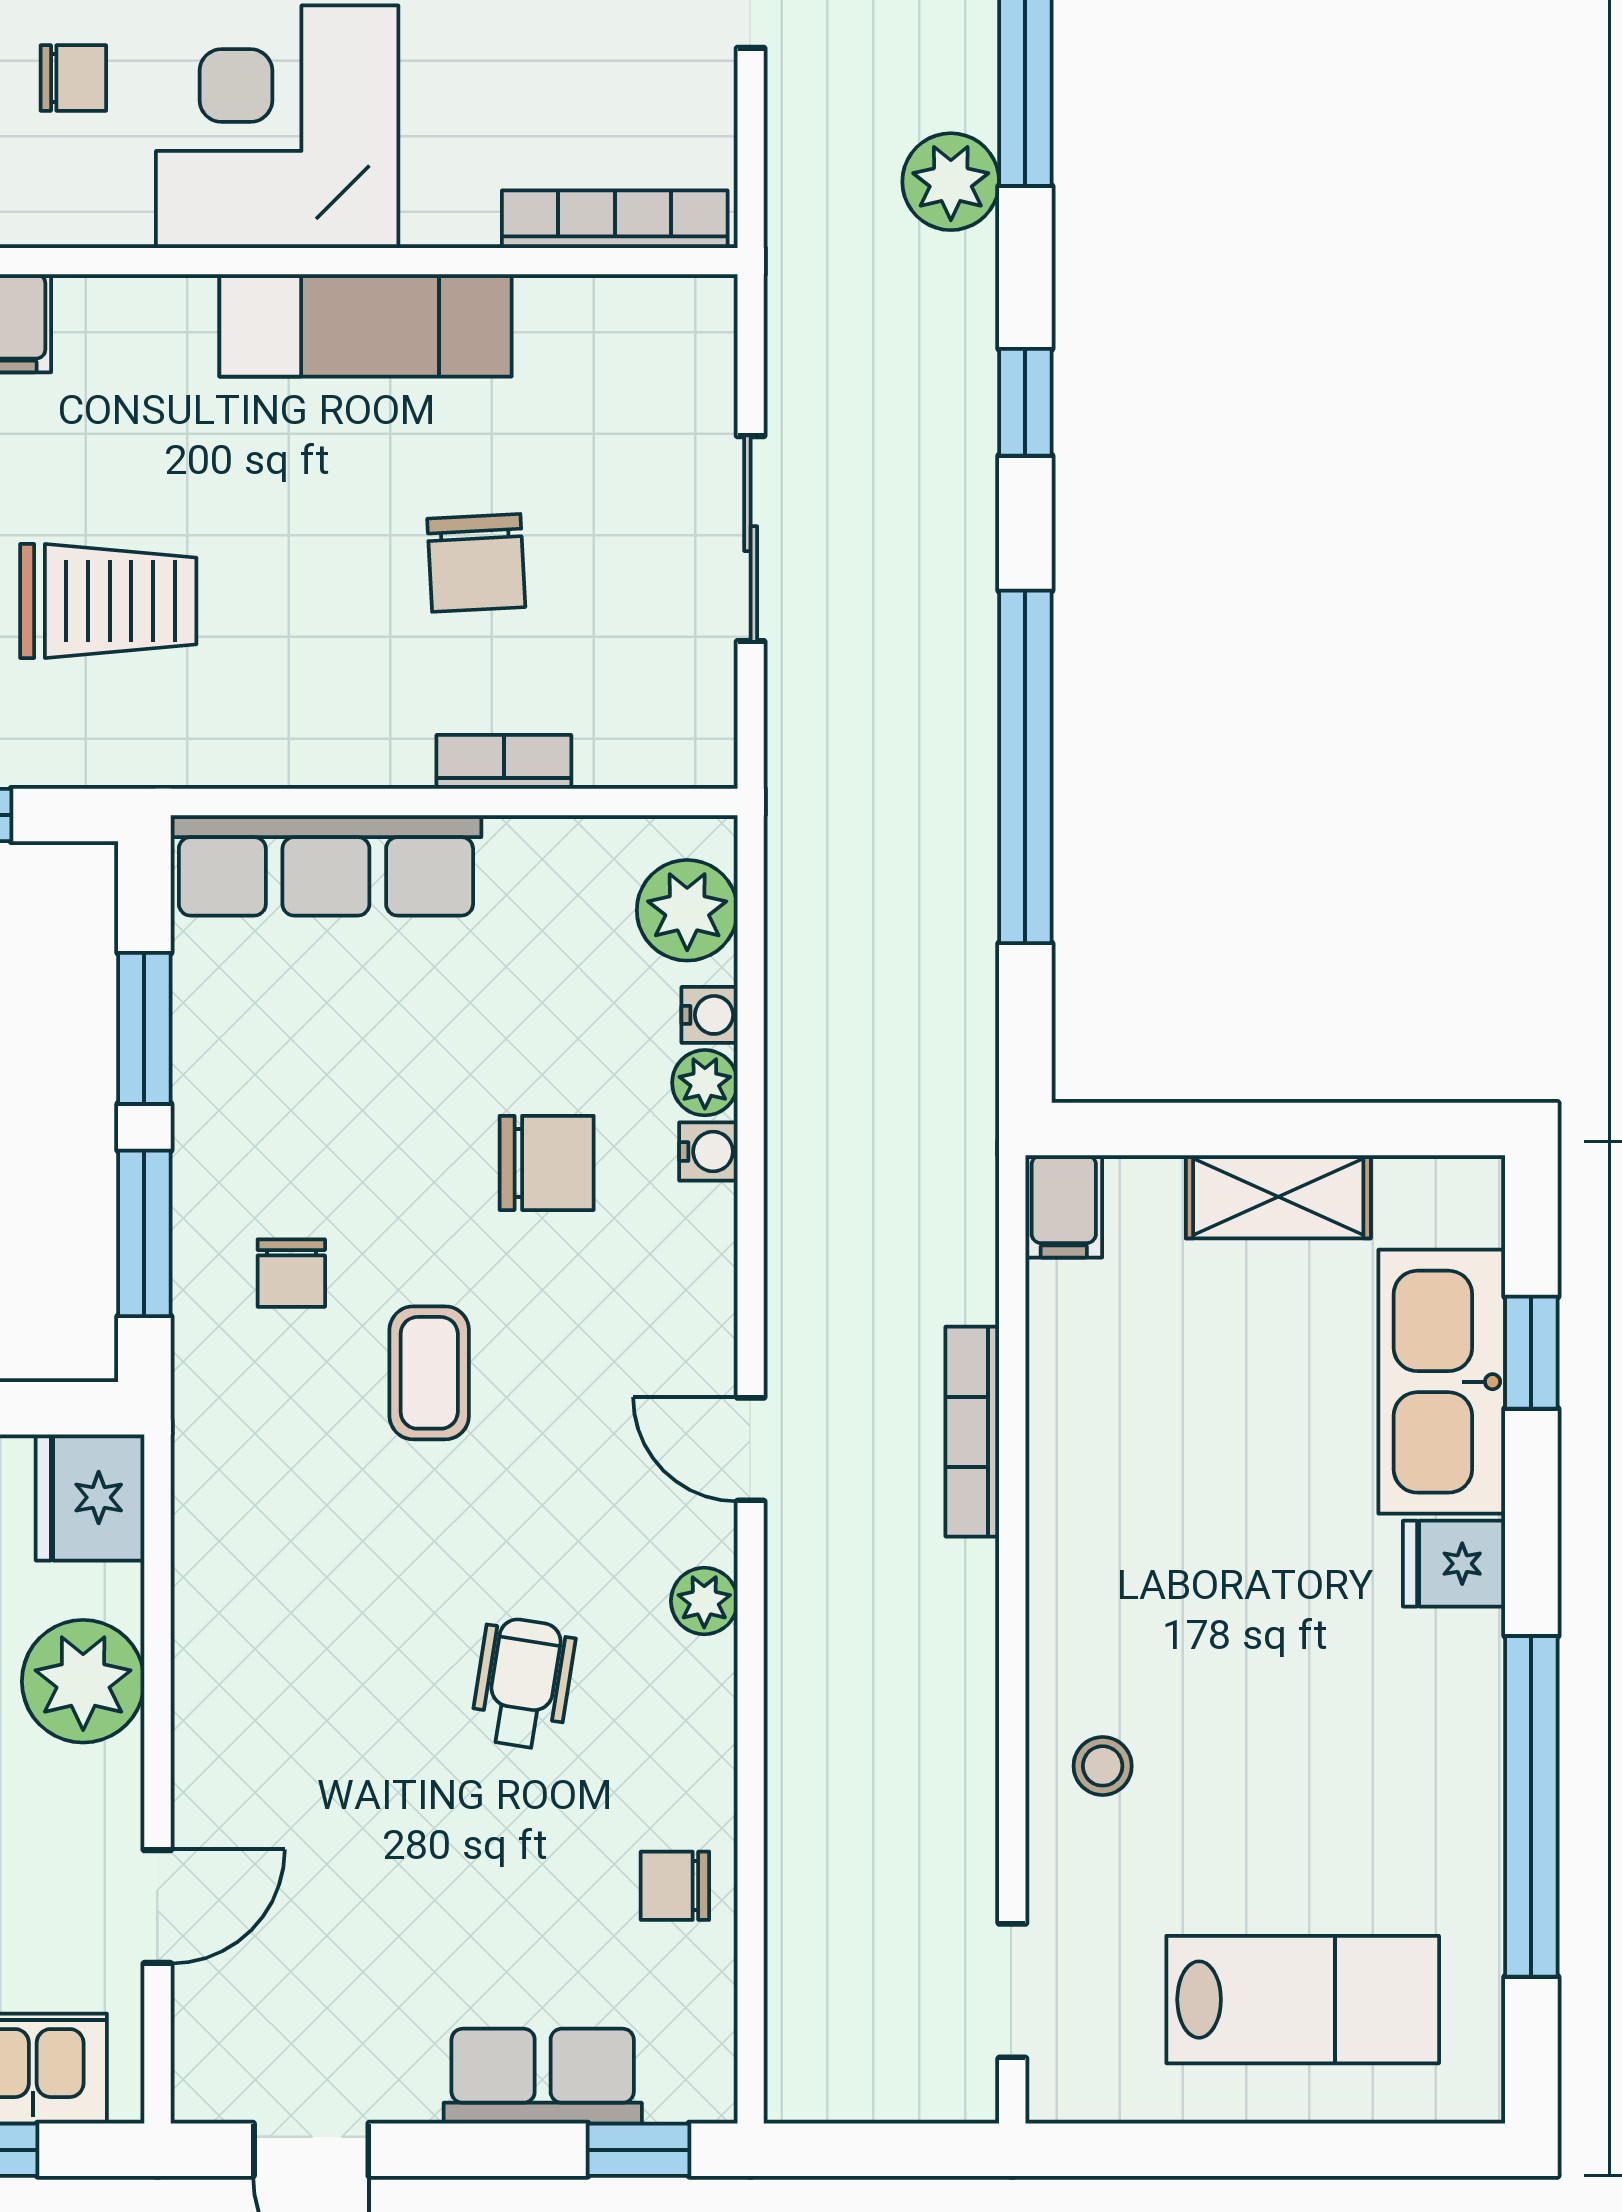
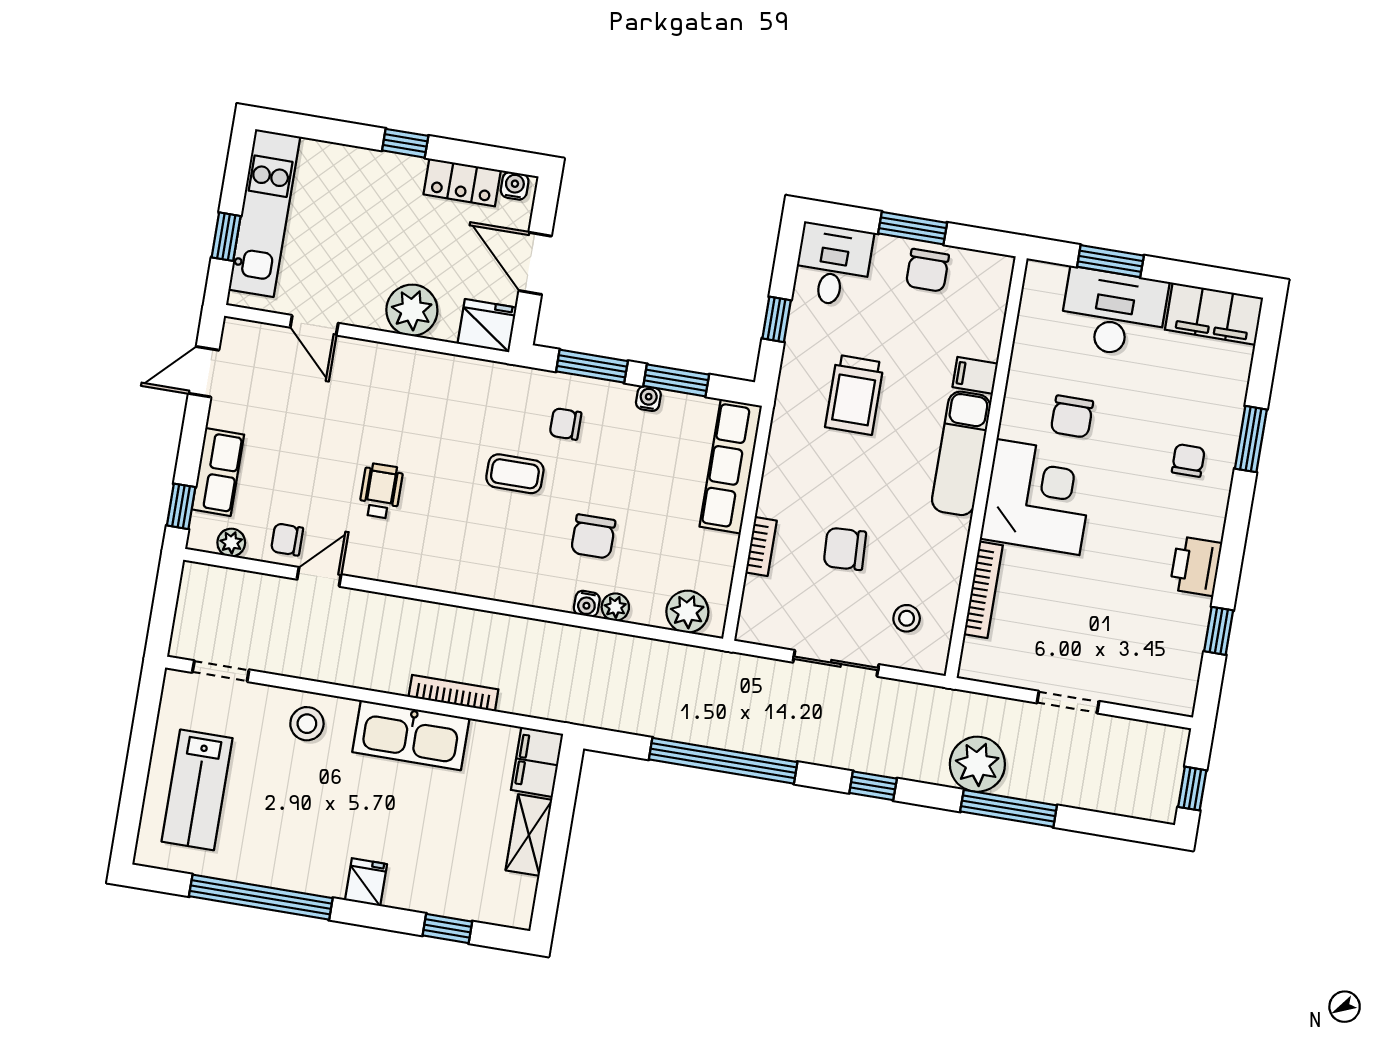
chair: (73, 78) -> (1072, 417), width x1.37, depth x1.37
plant: (951, 182) -> (977, 764), width x1.36, depth x1.36
bookcase: (615, 219) -> (983, 590), moved
exam couch: (365, 325) -> (961, 453), moved
stool: (616, 389) -> (907, 618), added
water cooler: (710, 1015) -> (648, 399), moved, turned 180
filing cabinet: (1064, 1206) -> (537, 762), width x2.00
kitchen sink: (1442, 1382) -> (411, 735), moved, turned 180
door: (751, 1449) -> (319, 577), moved
plant: (704, 1601) -> (231, 543), moved
wheelchair: (523, 1683) -> (381, 491), turned -99
stool: (1103, 1766) -> (307, 724), width x1.37, depth x1.37
chair: (675, 1886) -> (287, 540), turned -90

